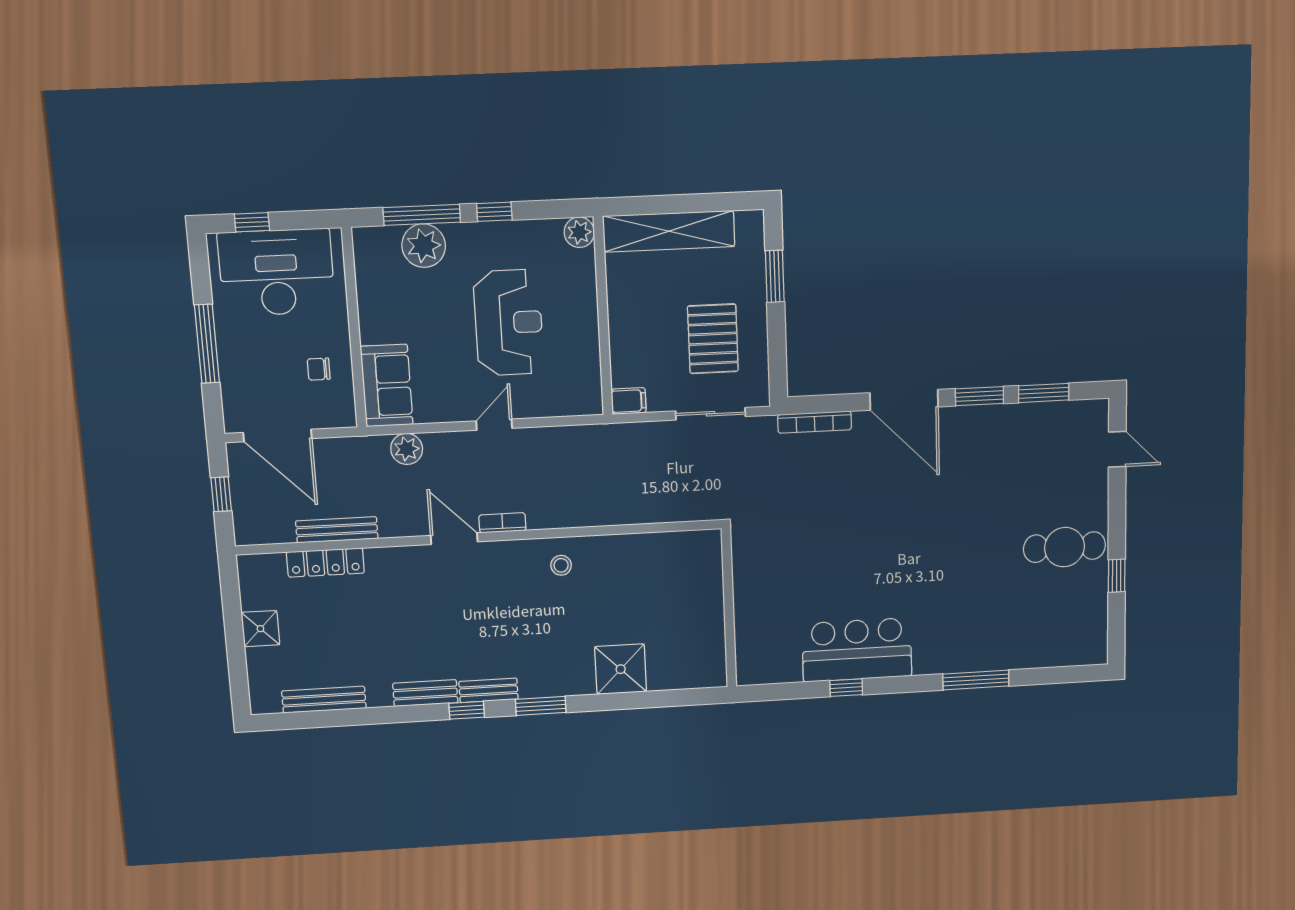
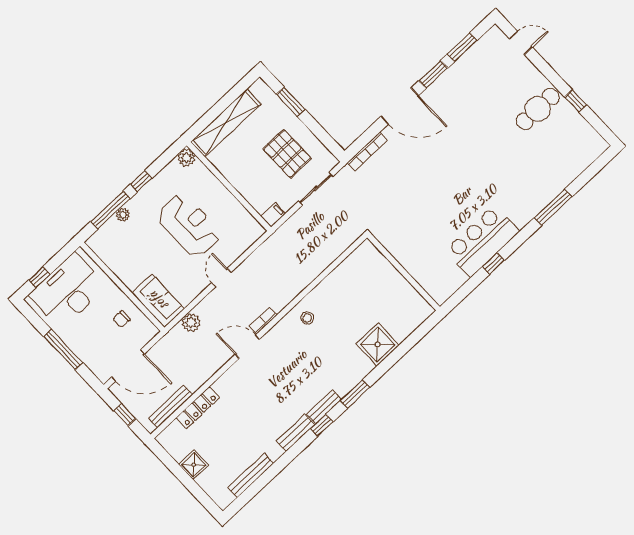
plant: (424, 246) -> (123, 215), width x0.53, depth x0.53
bench: (337, 530) -> (171, 406), moved

